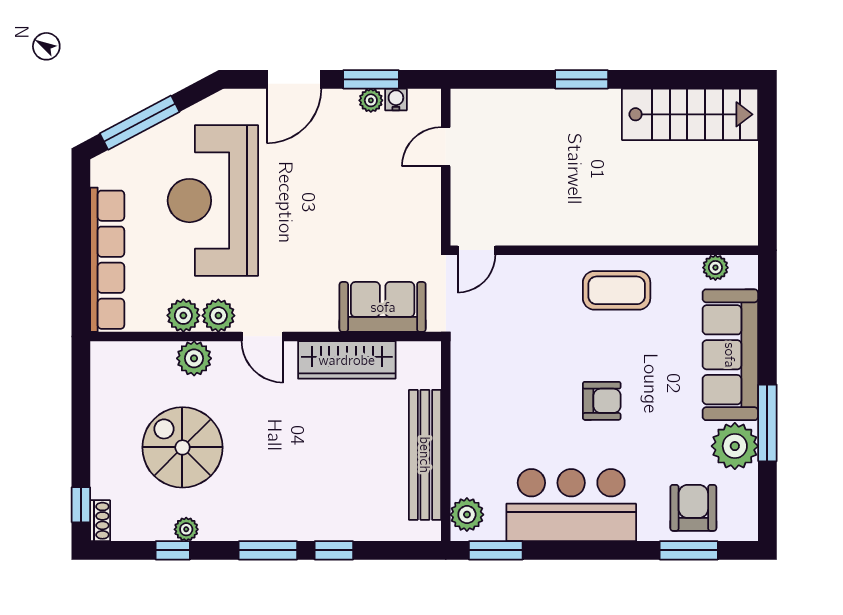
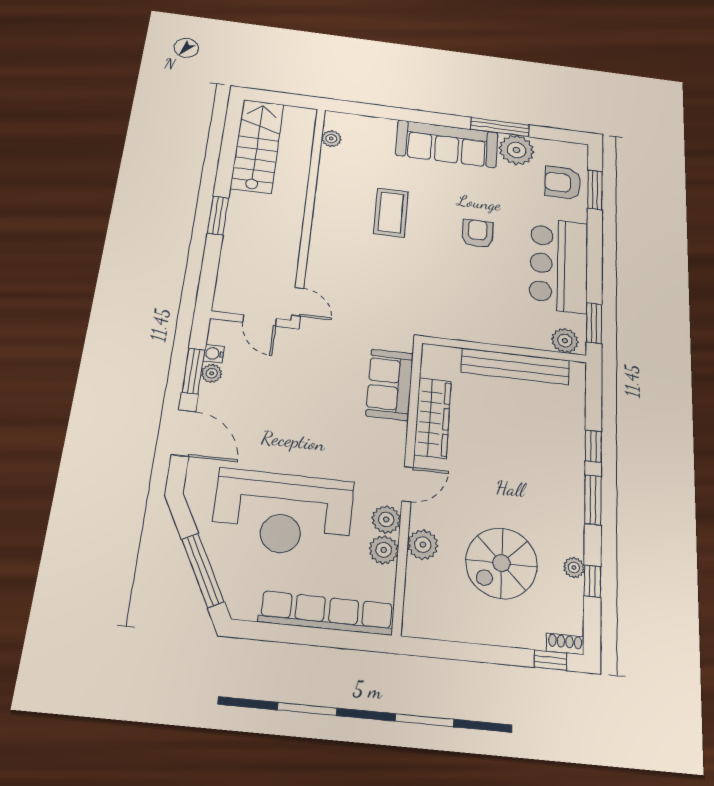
door: (476, 250) -> (298, 302), moved
wall: (604, 250) -> (309, 211), moved
plant: (715, 268) -> (331, 139), moved

